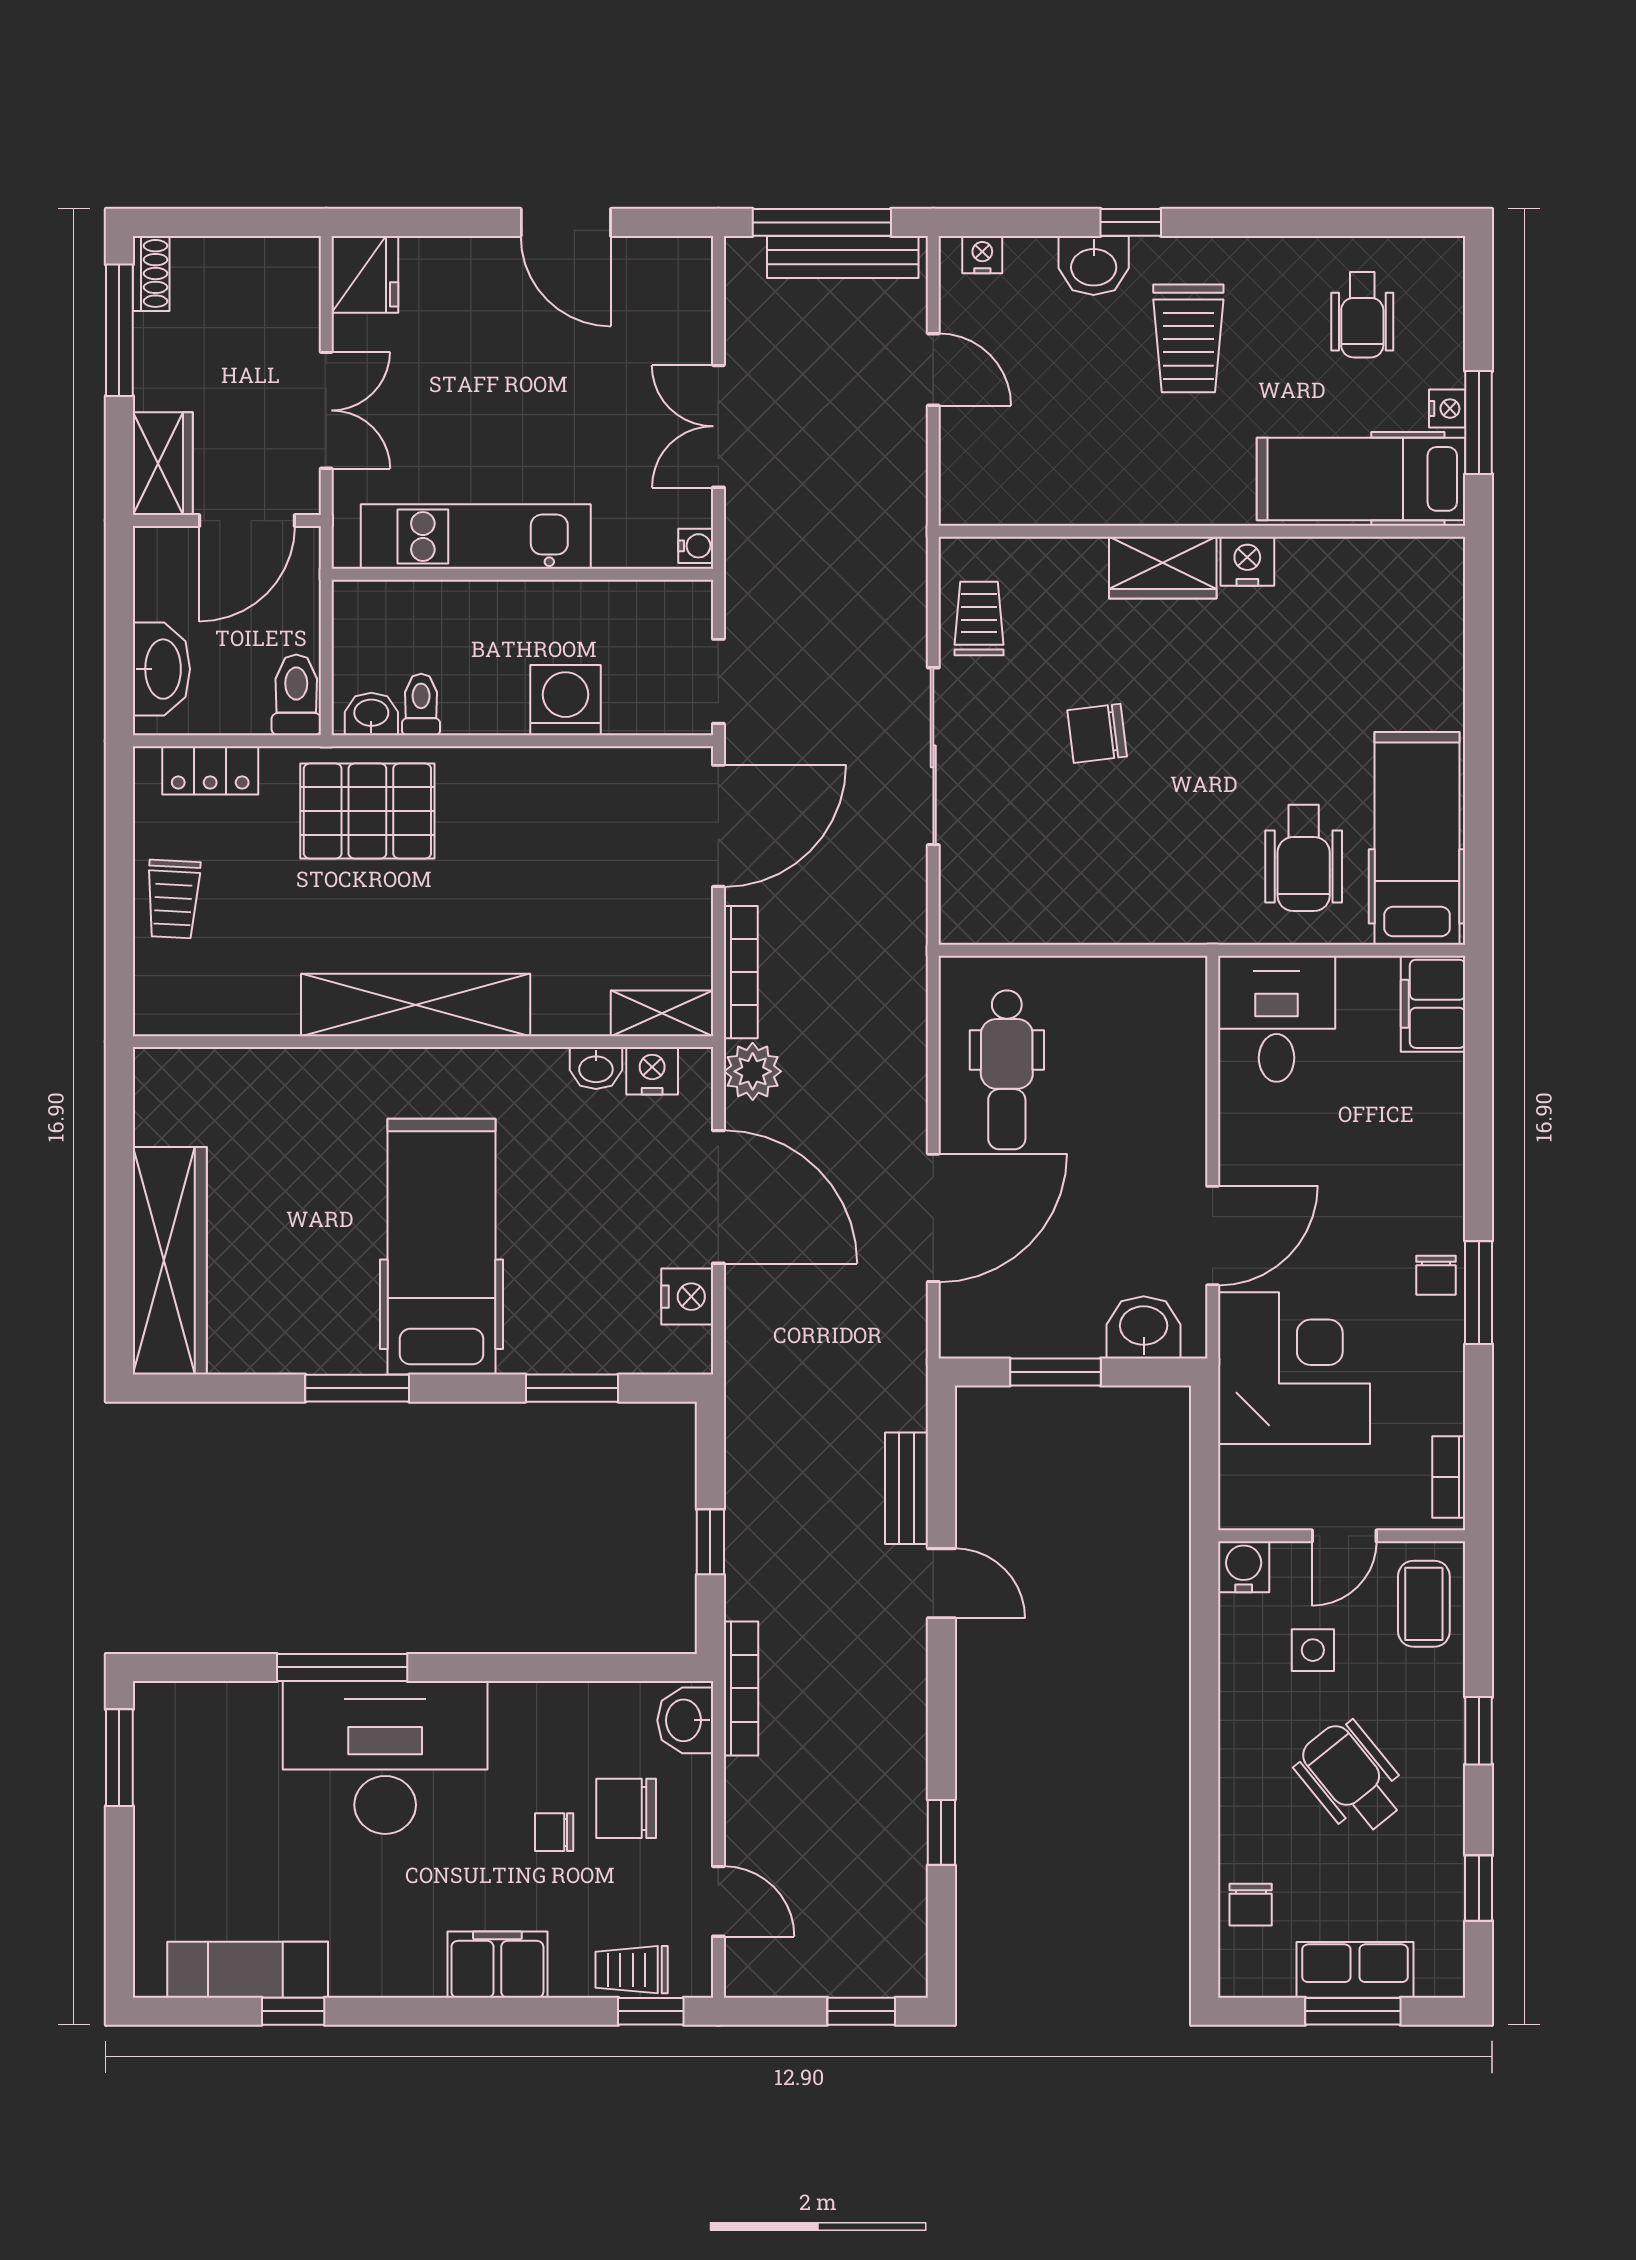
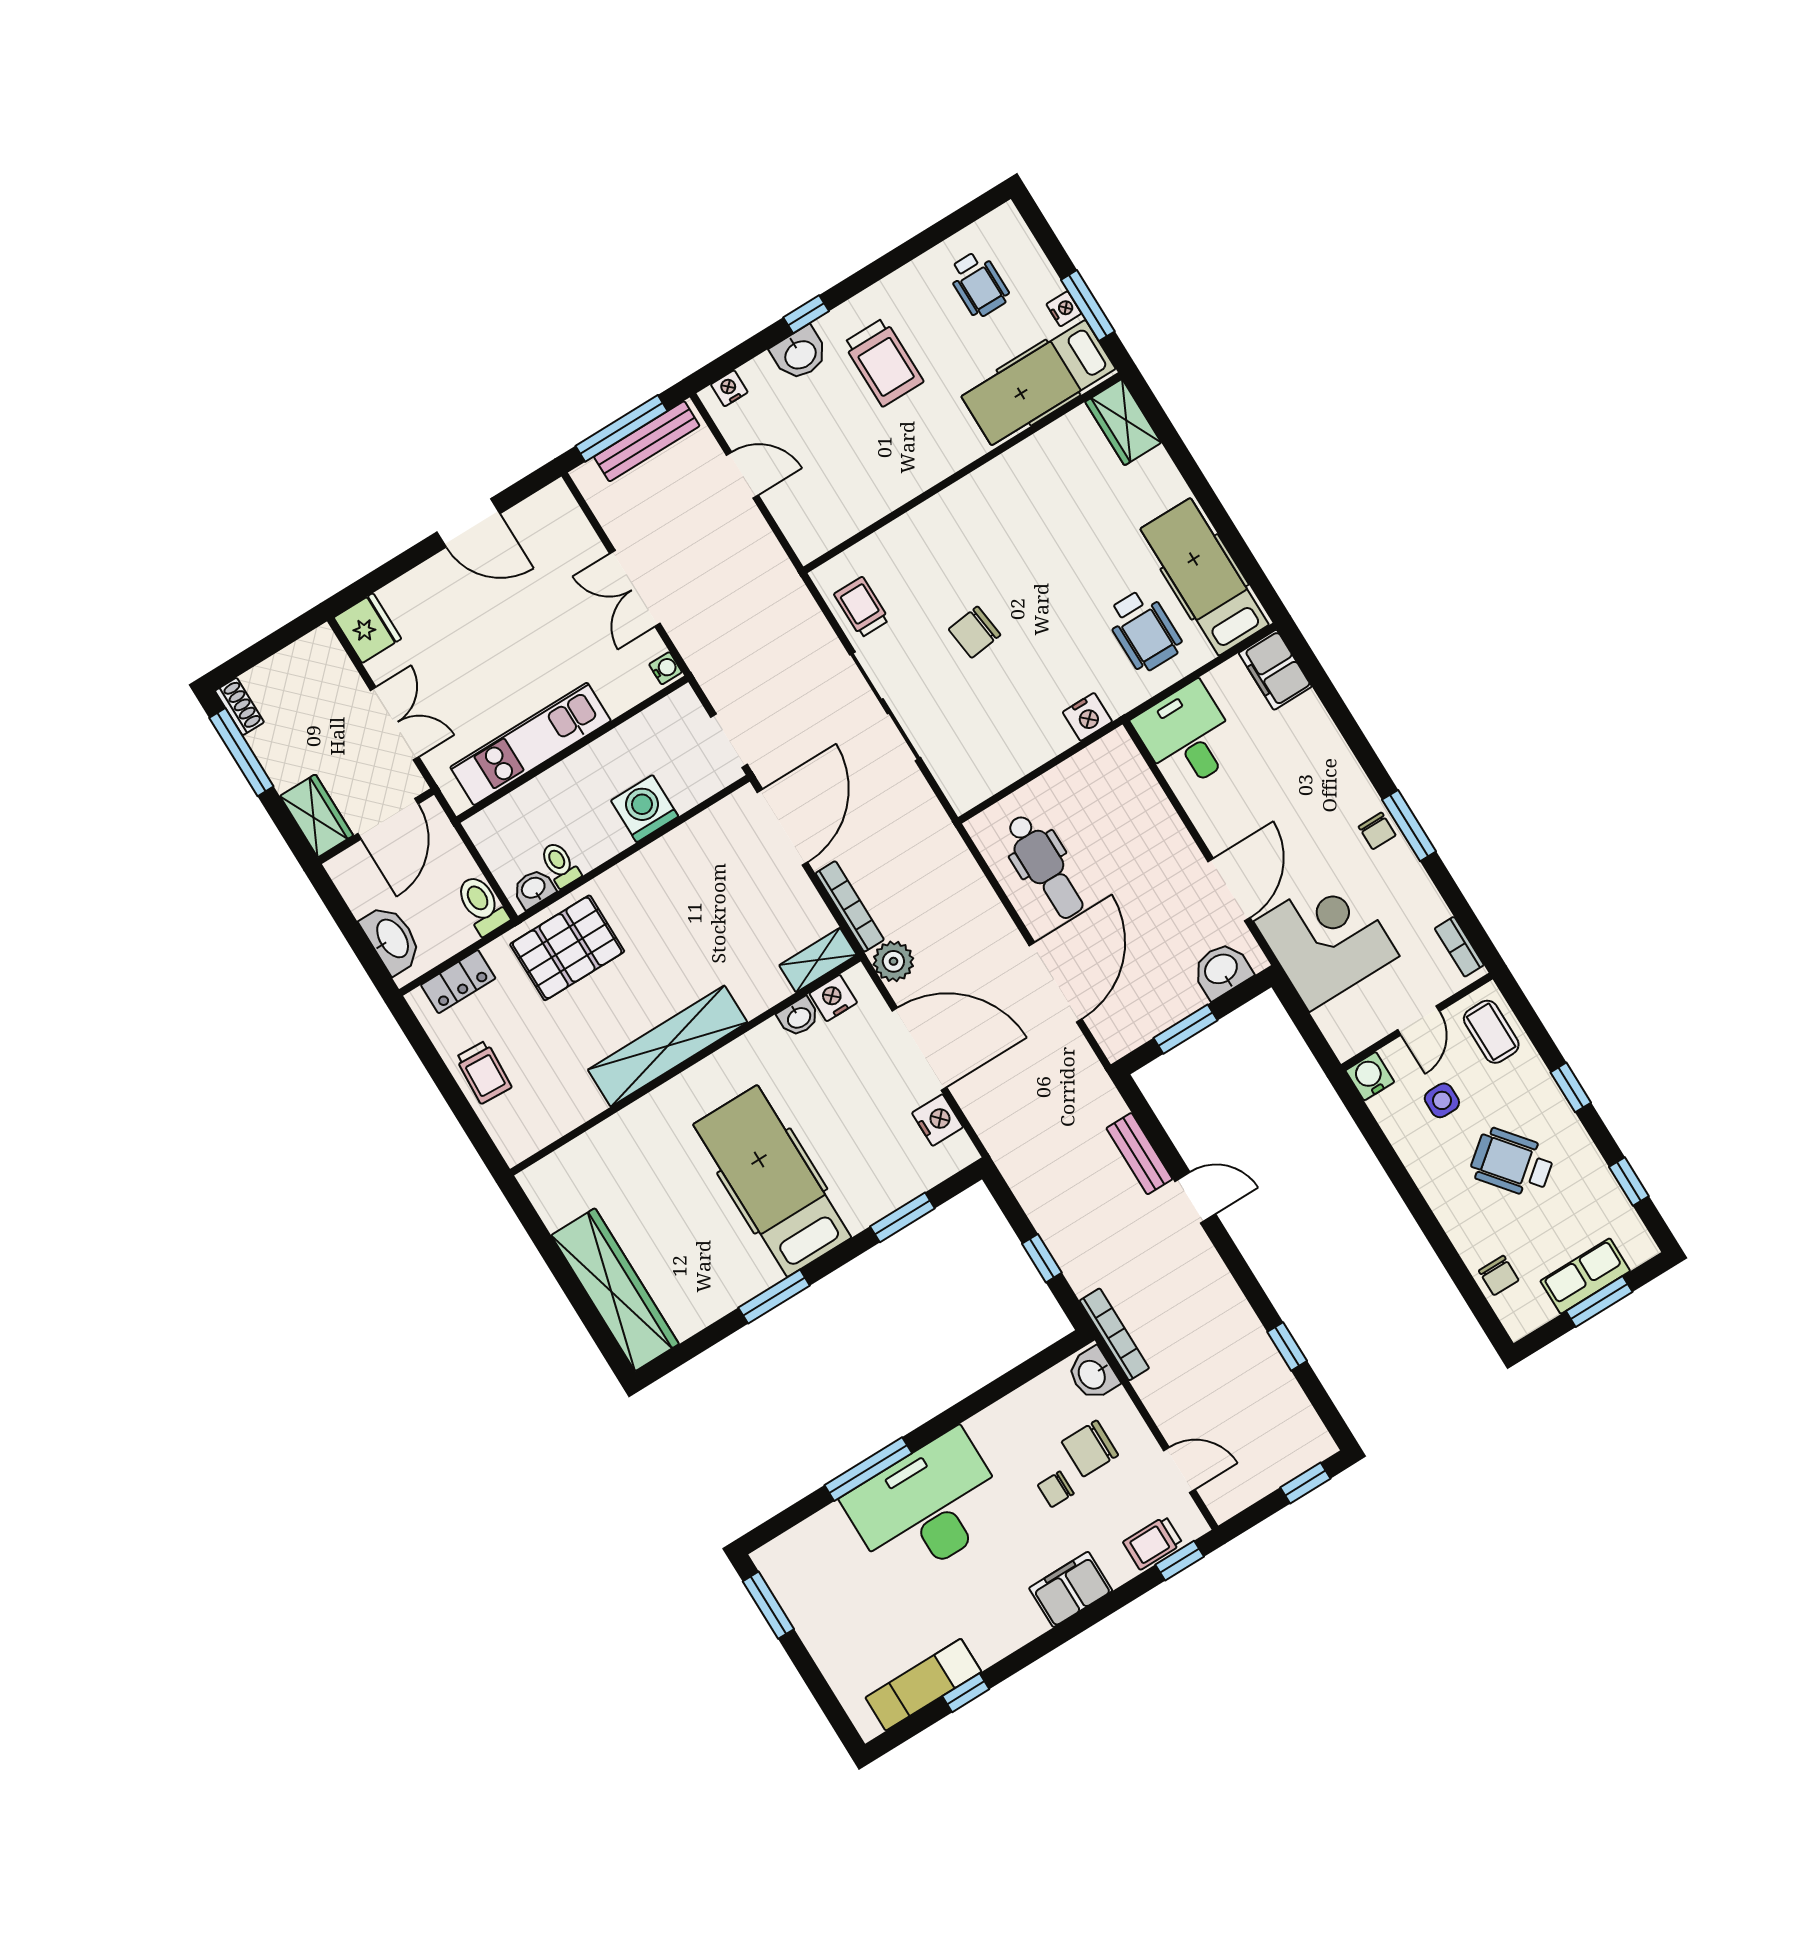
nightstand: (1247, 561) -> (1087, 717), moved, turned 180
wardrobe: (1163, 568) -> (1123, 422), moved, turned 90

